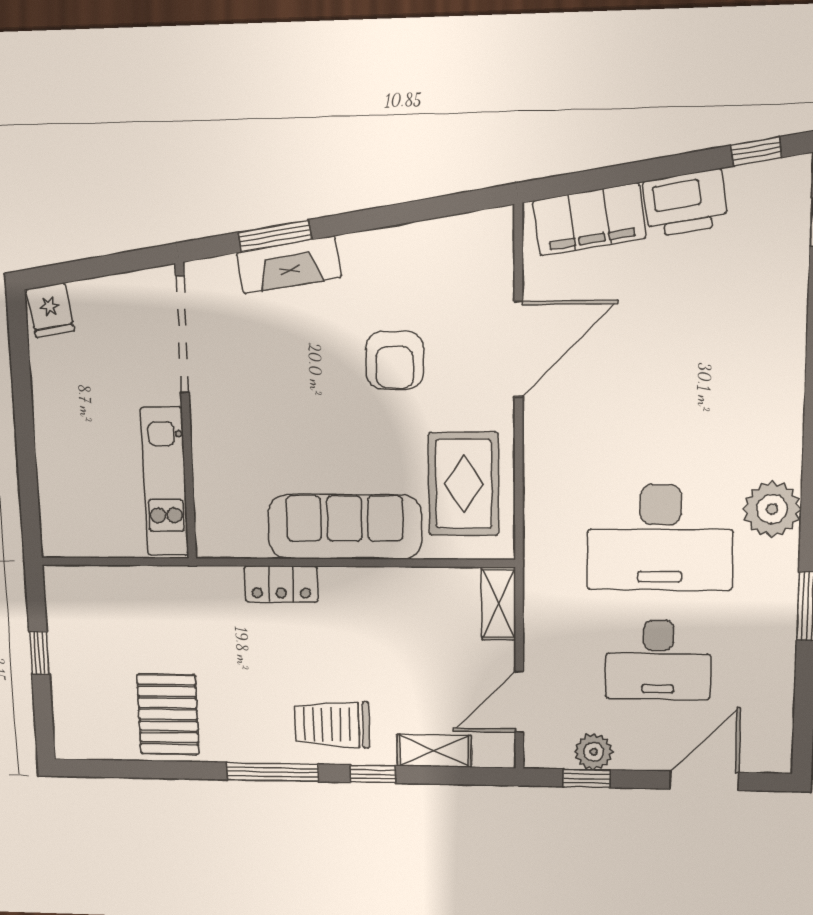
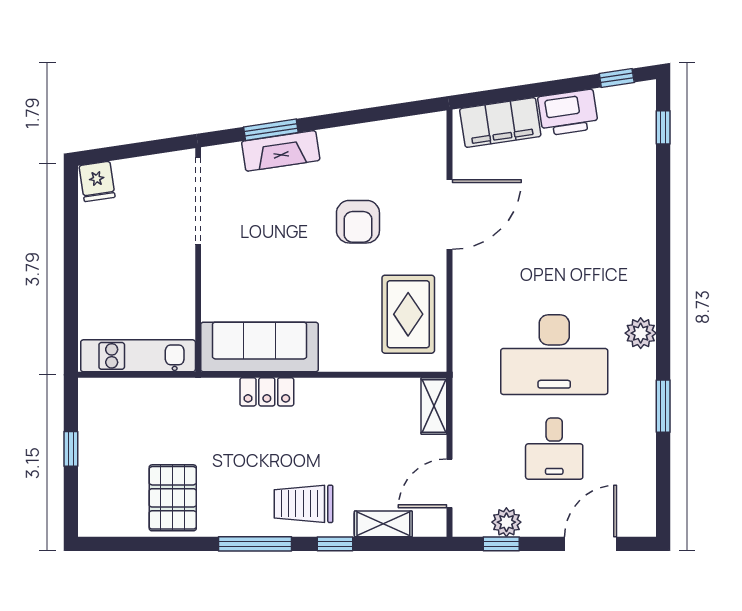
kitchen unit: (165, 482) -> (138, 356), moved, turned 90
plant: (772, 509) -> (641, 333), width x0.73, depth x0.73
sofa: (345, 527) -> (260, 347), moved
desk: (658, 660) -> (554, 449), width x0.73

